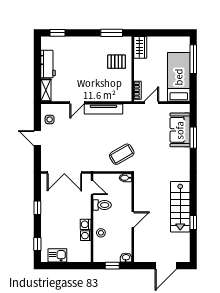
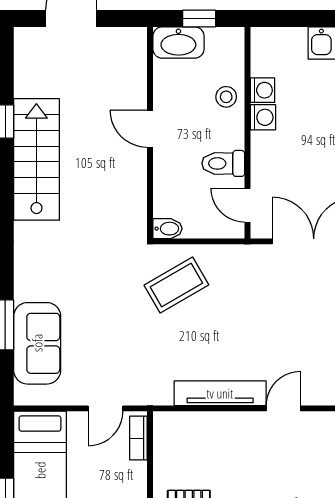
door: (133, 220) -> (150, 129), hinge flipped
washbasin: (126, 258) -> (178, 43), width x1.91, depth x1.45

